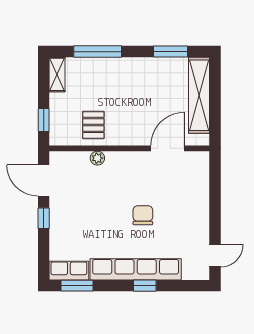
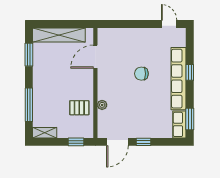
door: (168, 148) -> (95, 57), hinge flipped

